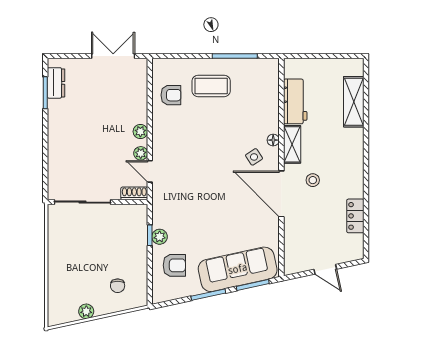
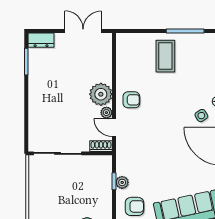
dresser: (56, 83) -> (41, 40), moved, turned 90
coffee table: (211, 86) -> (165, 56), turned 90
armchair: (171, 95) -> (131, 100), moved
plant: (140, 132) -> (101, 94), width x1.88, depth x1.88

